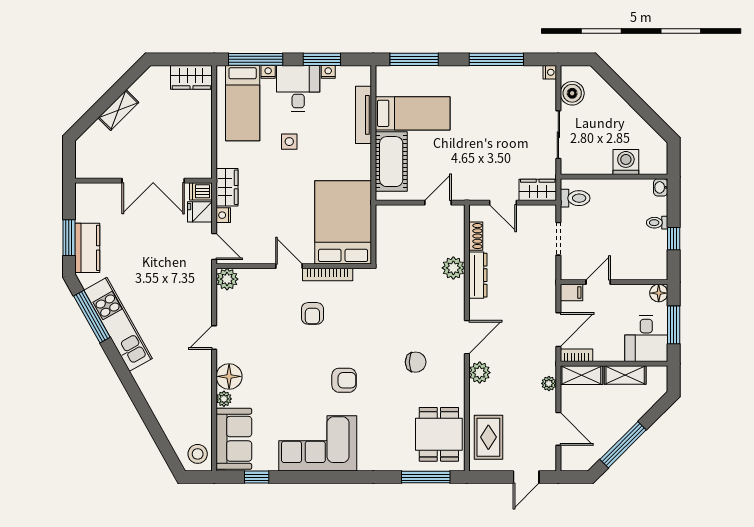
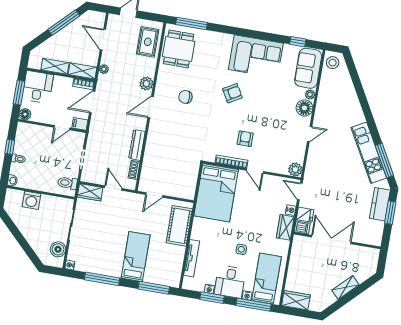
bed: (413, 113) -> (136, 257), moved, turned 90
plant: (453, 268) -> (152, 152), removed
armchair: (344, 380) -> (232, 93), turned 150

